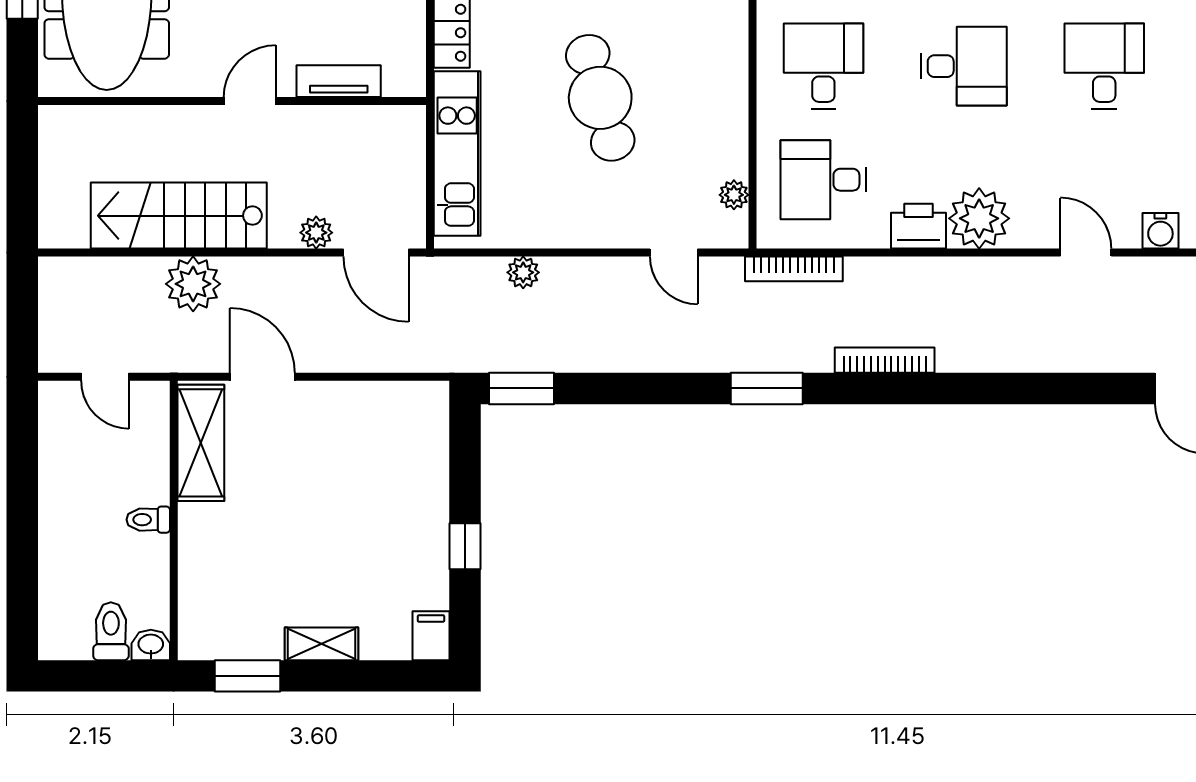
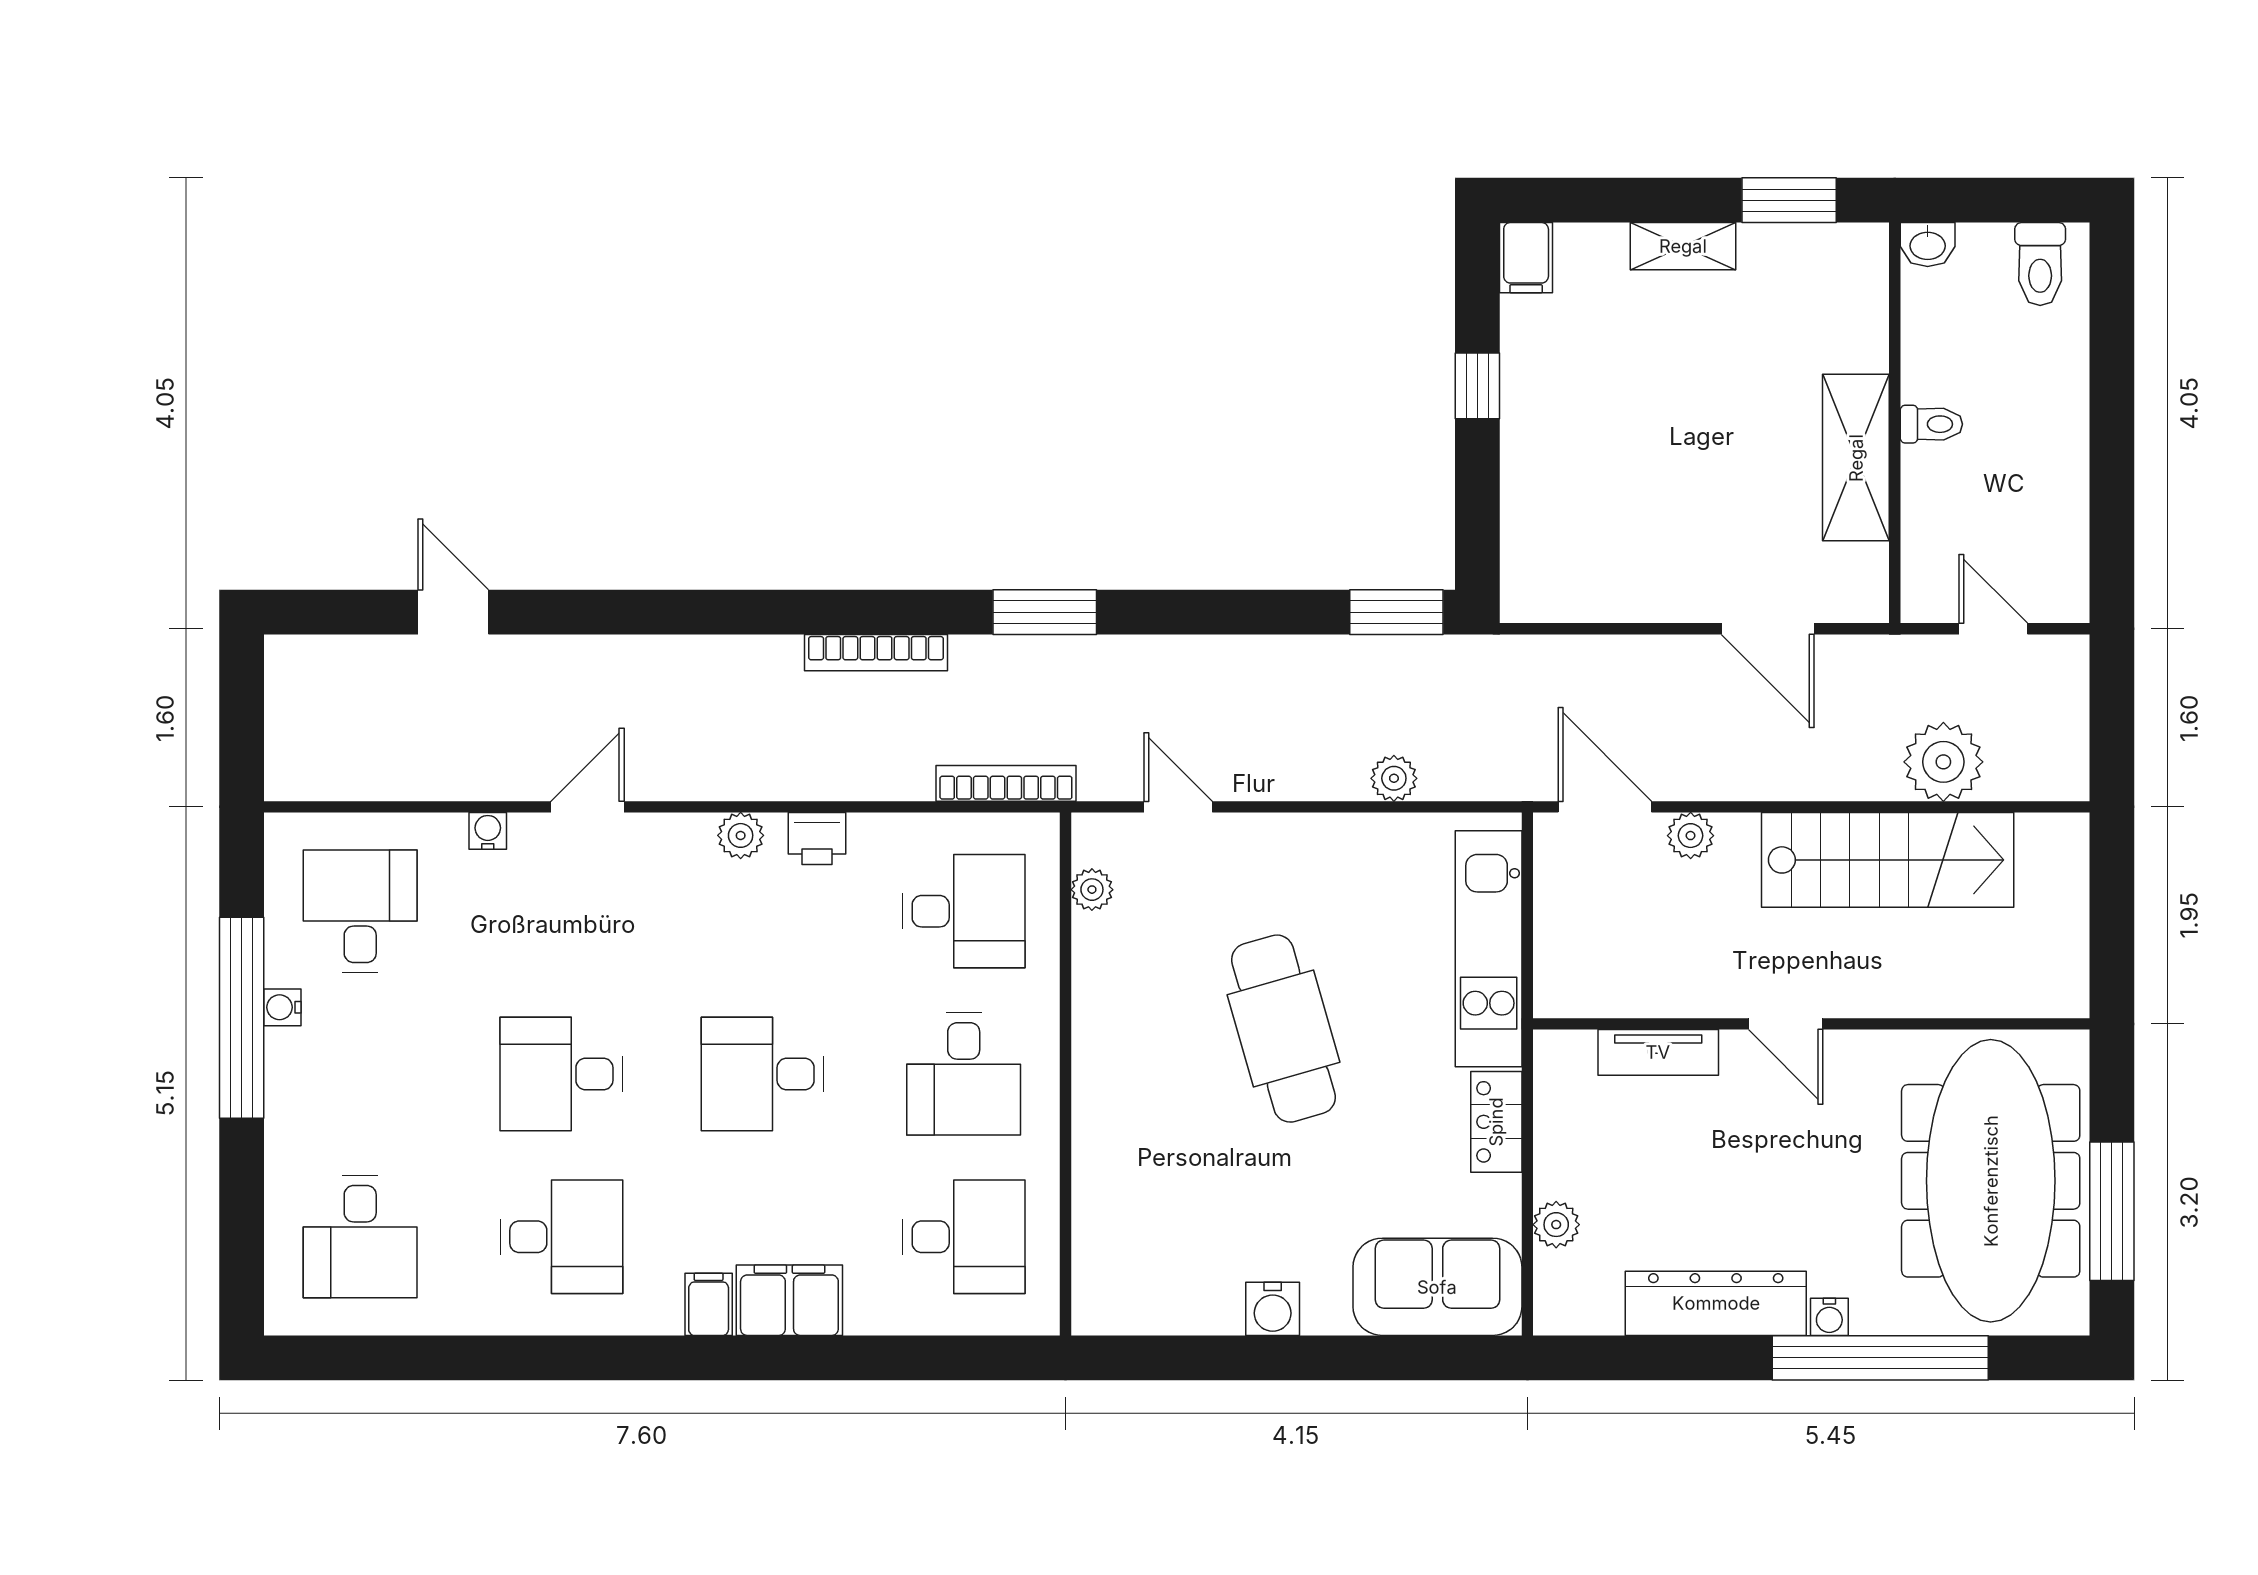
desk: (1104, 66) -> (561, 1074), turned 90
door: (250, 101) -> (1786, 1024), hinge flipped
plant: (979, 218) -> (741, 835), width x0.53, depth x0.53
printer: (918, 226) -> (817, 838), width x0.73, depth x0.81
water cooler: (1160, 231) -> (488, 831), width x0.72, depth x0.72
door: (1086, 253) -> (587, 807), swing flipped
plant: (193, 284) -> (1943, 762), moved
shelving: (201, 443) -> (1856, 458), moved
toilet: (111, 631) -> (2040, 264), moved

